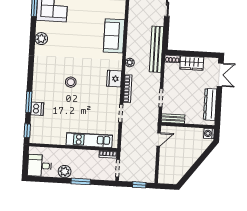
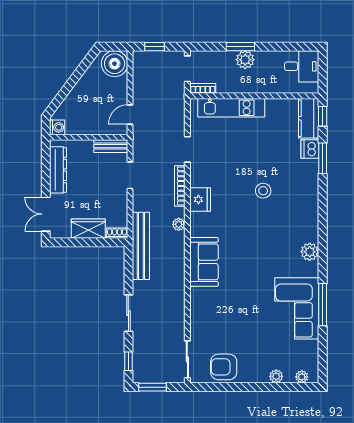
kitchen counter: (37, 130) -> (309, 118), added
plant: (65, 172) -> (245, 60), moved
boiler: (167, 175) -> (115, 64), added

